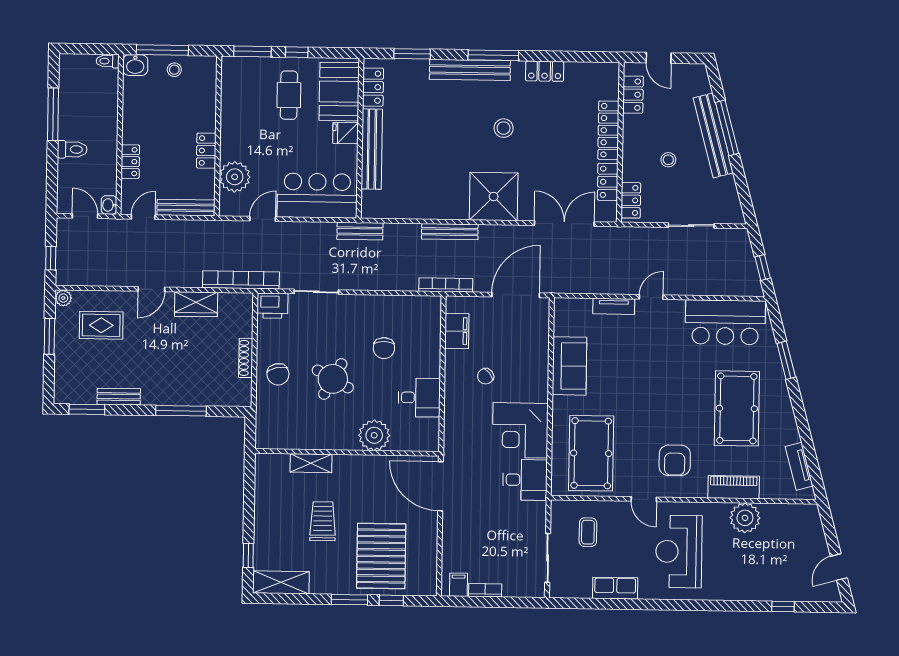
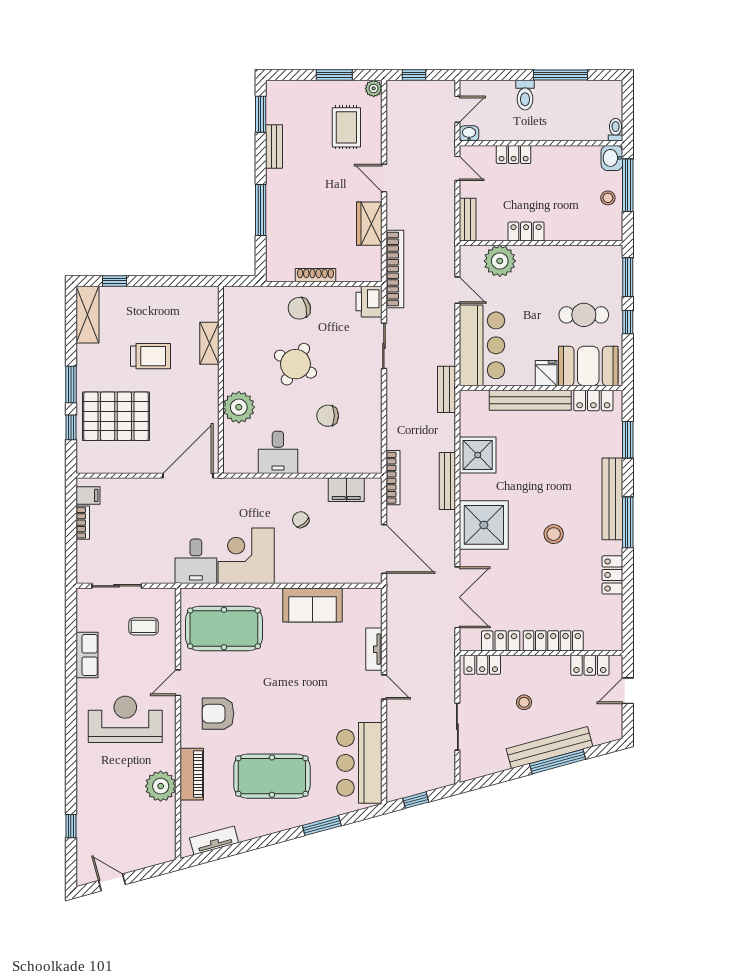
shower: (425, 201) -> (478, 455), added
bench: (186, 208) -> (468, 220), width x0.73

